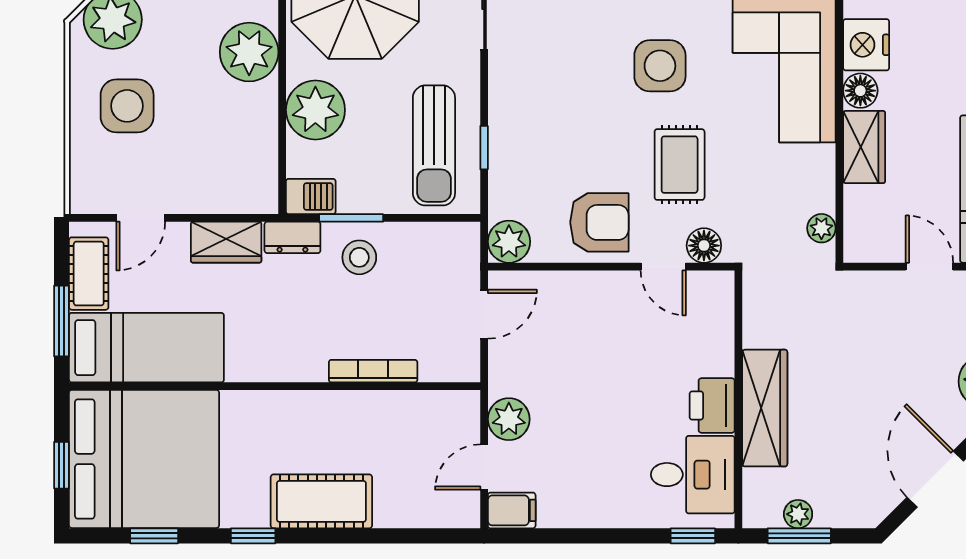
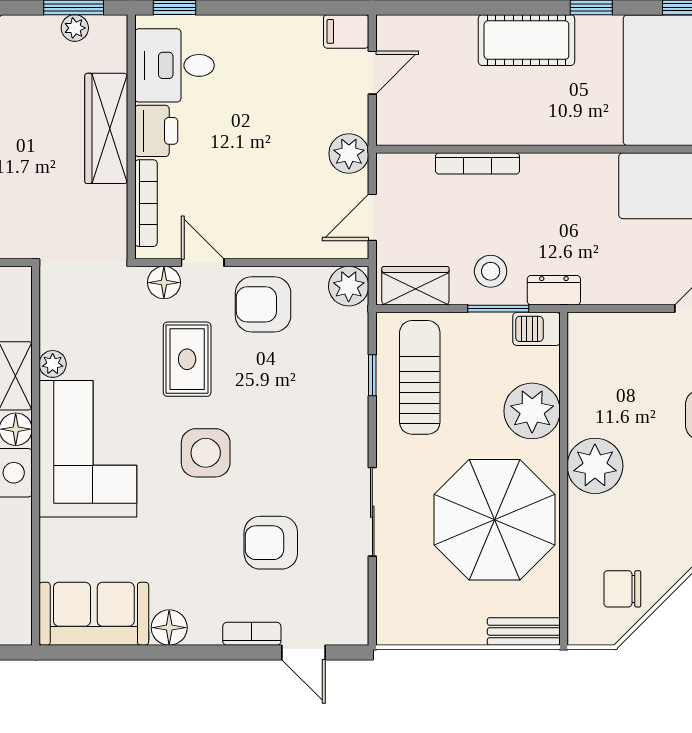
plant: (821, 228) -> (53, 364), moved
wardrobe: (226, 242) -> (415, 286), moved
bookcase: (723, 329) -> (146, 203), added
plant: (509, 419) -> (349, 154), moved

